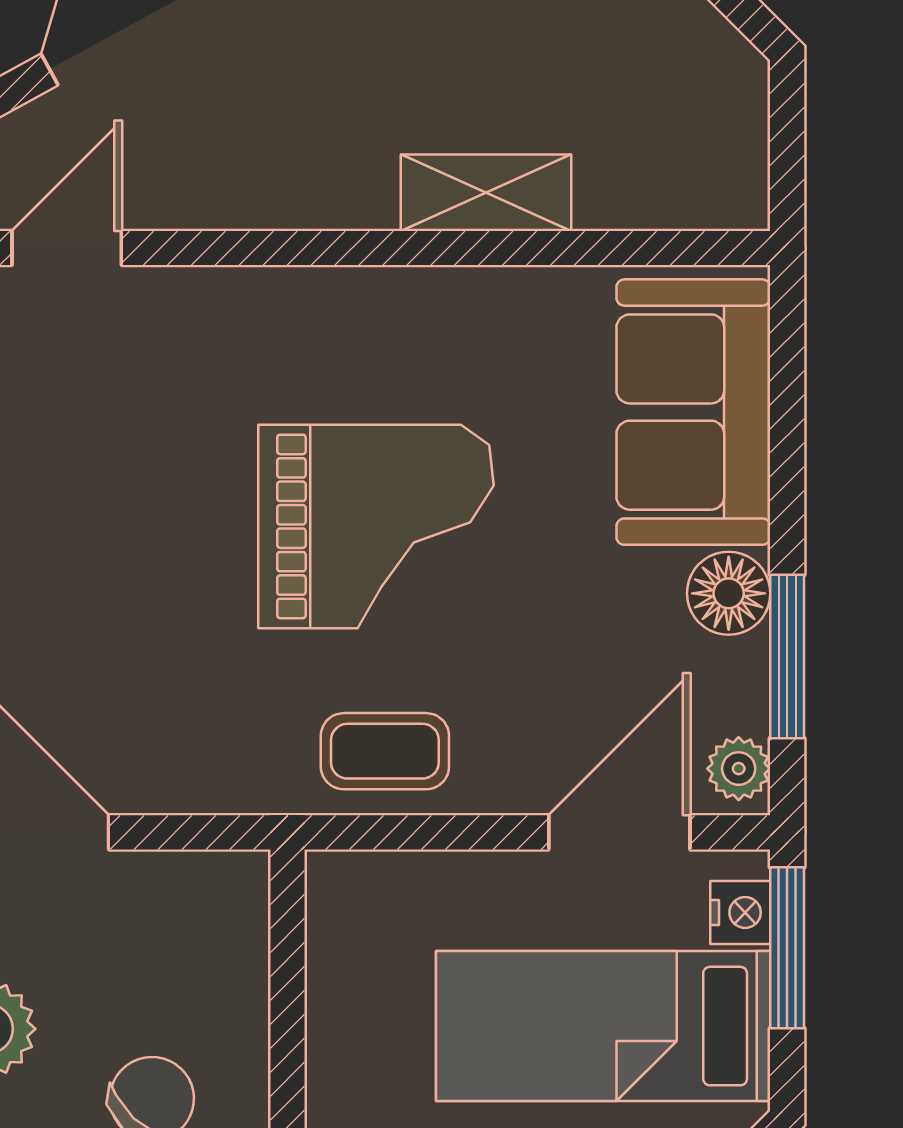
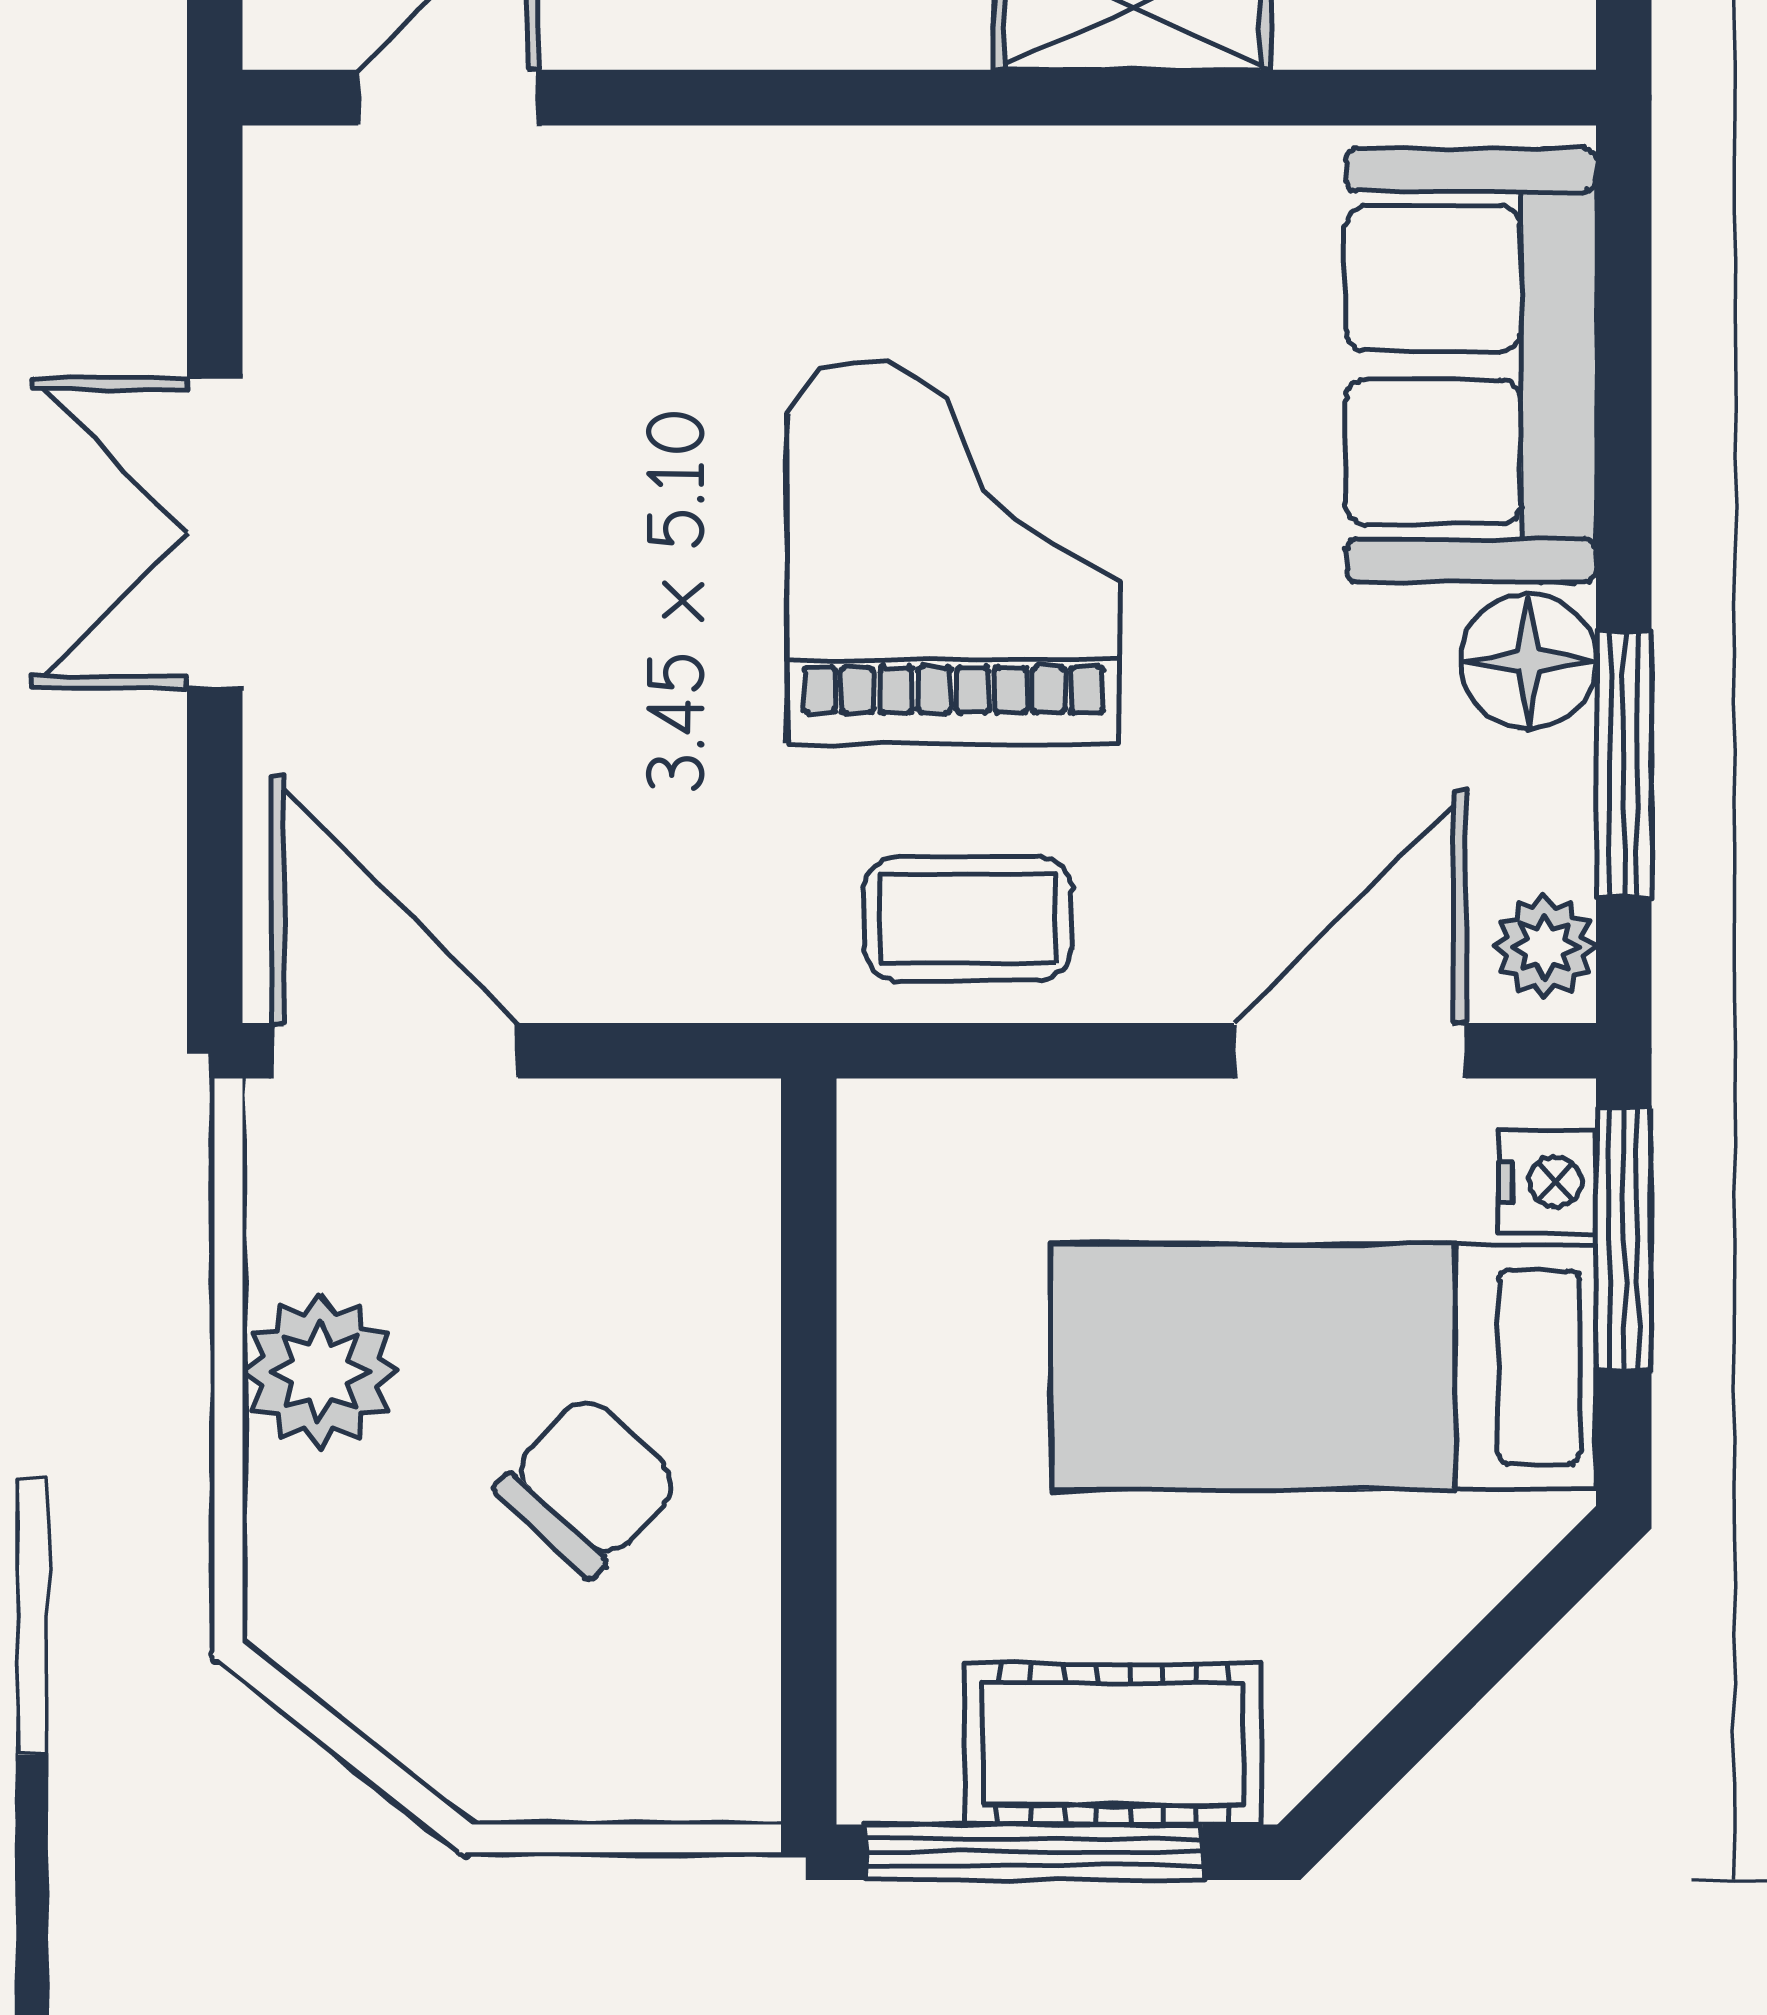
grand piano: (376, 526) -> (953, 552), turned -90

